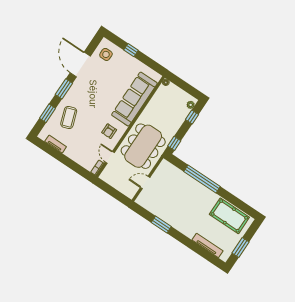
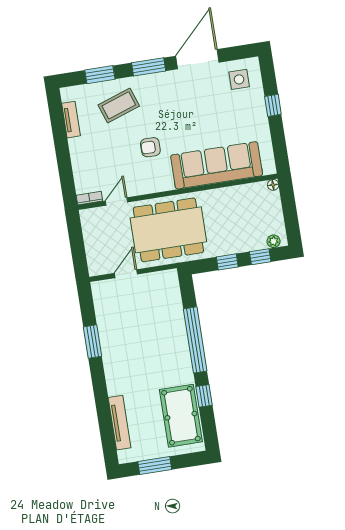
armchair: (109, 131) -> (150, 147), moved
window: (174, 143) -> (227, 262), moved
door: (145, 182) -> (126, 274), hinge flipped
window: (230, 198) -> (204, 396), added

